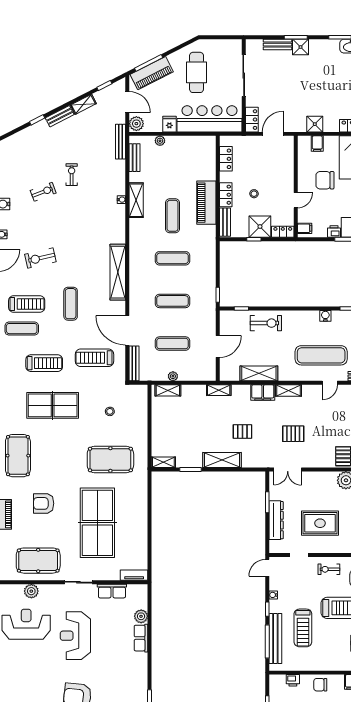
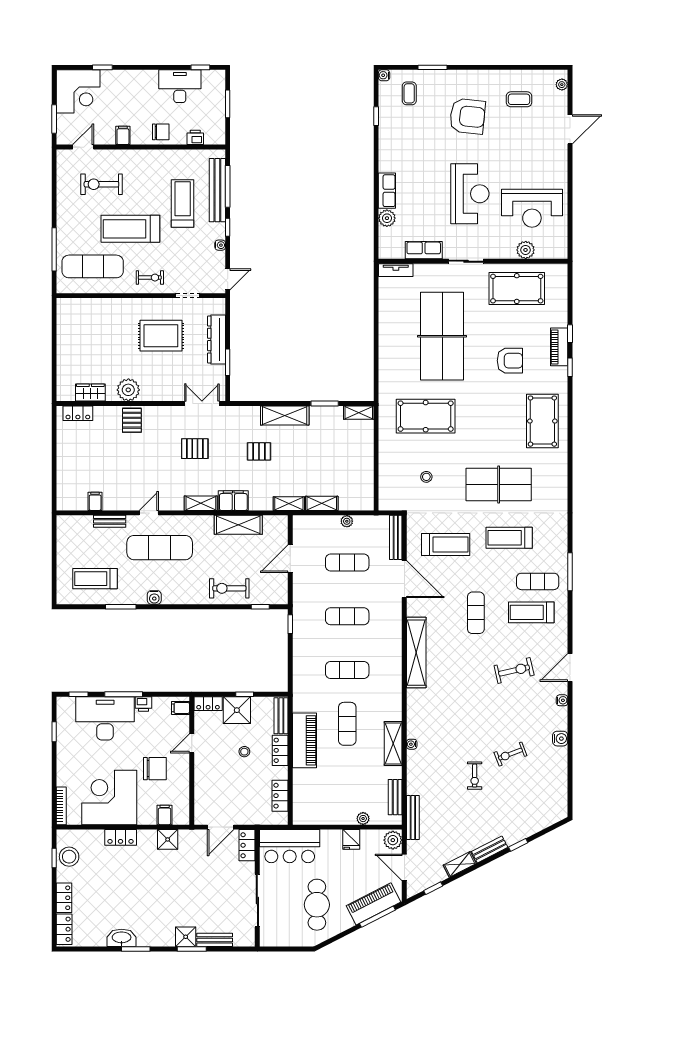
bar counter: (209, 119) -> (290, 846), width x0.73
shelving: (168, 390) -> (322, 503), moved

